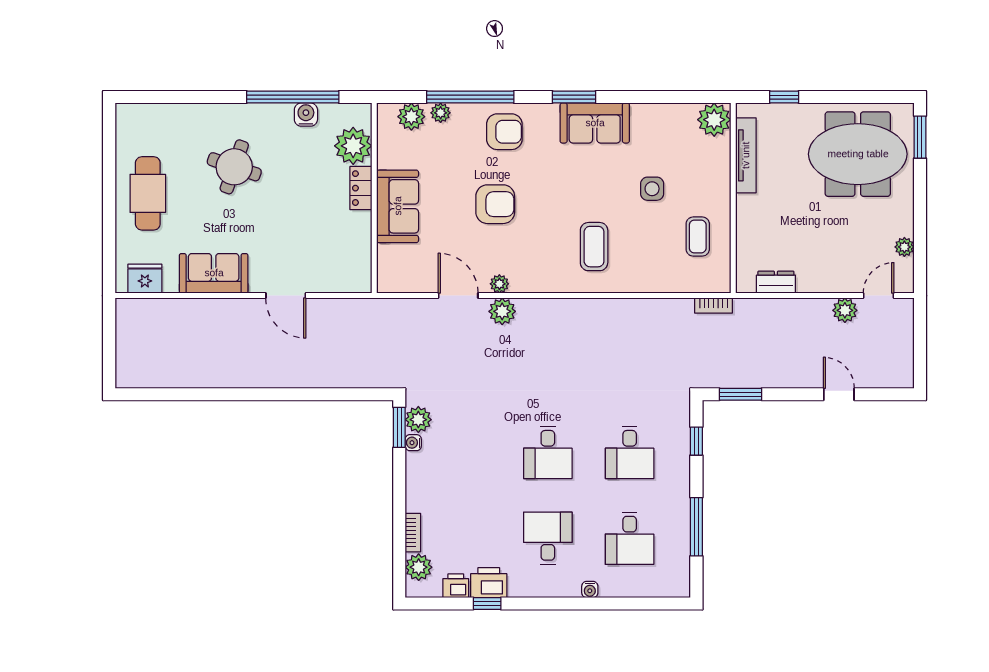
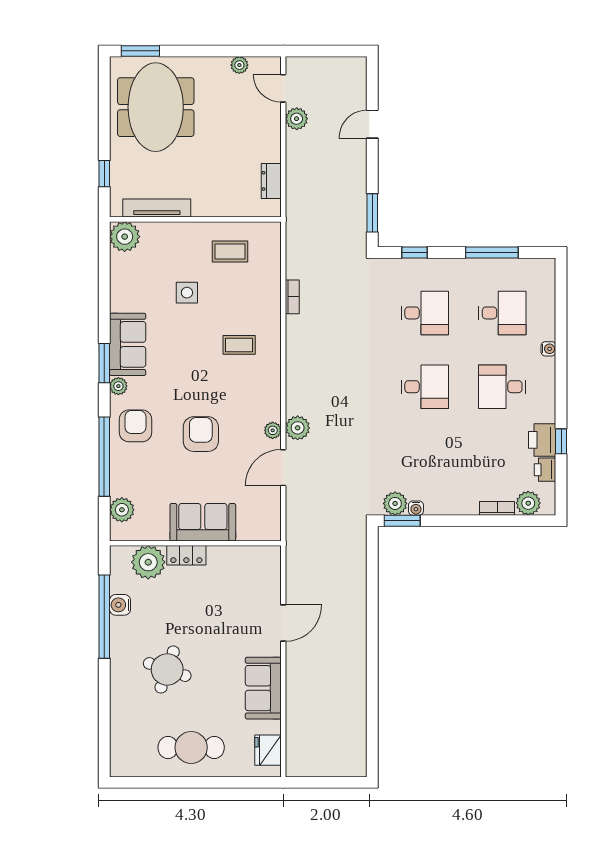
plant: (441, 113) -> (118, 386), moved
coffee table: (594, 247) -> (239, 345), width x0.73, depth x0.77
bookcase: (713, 306) -> (292, 297), moved

